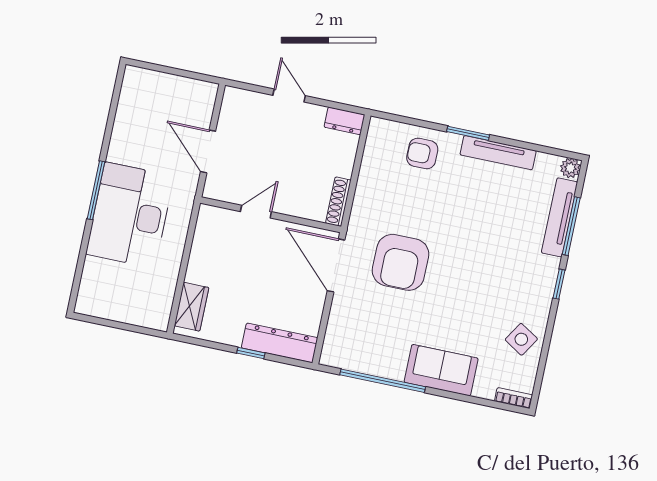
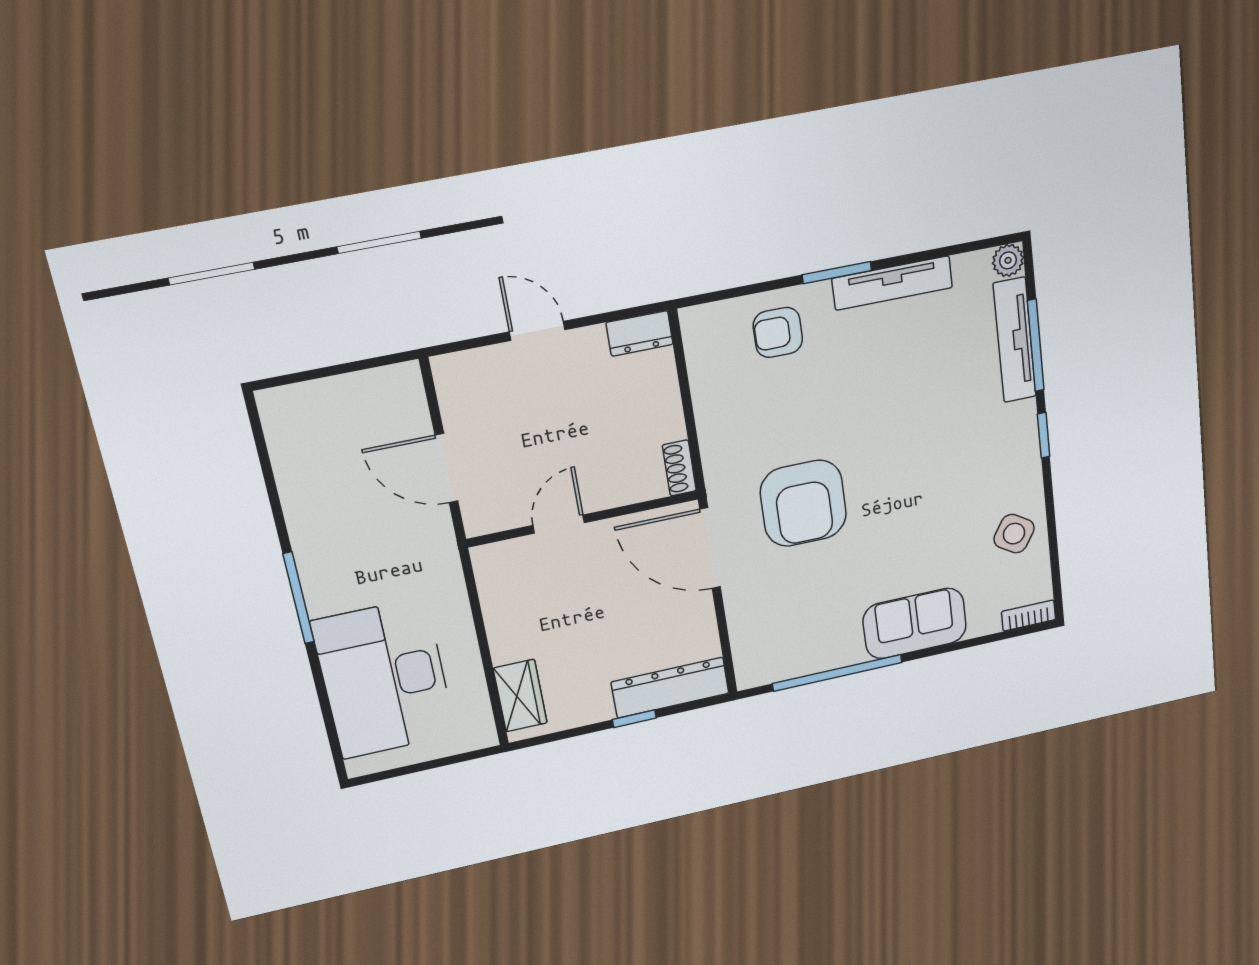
shoe rack: (338, 202) -> (679, 468), width x0.70
desk: (130, 215) -> (384, 679), moved

